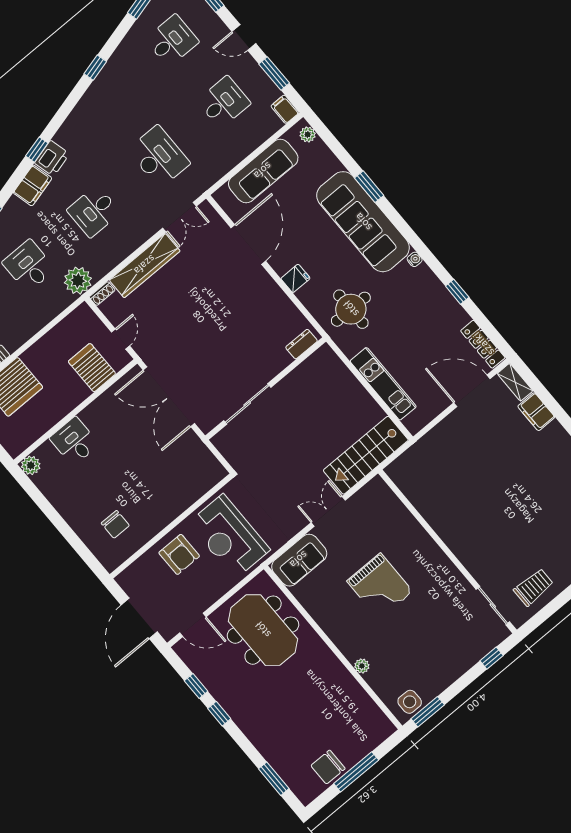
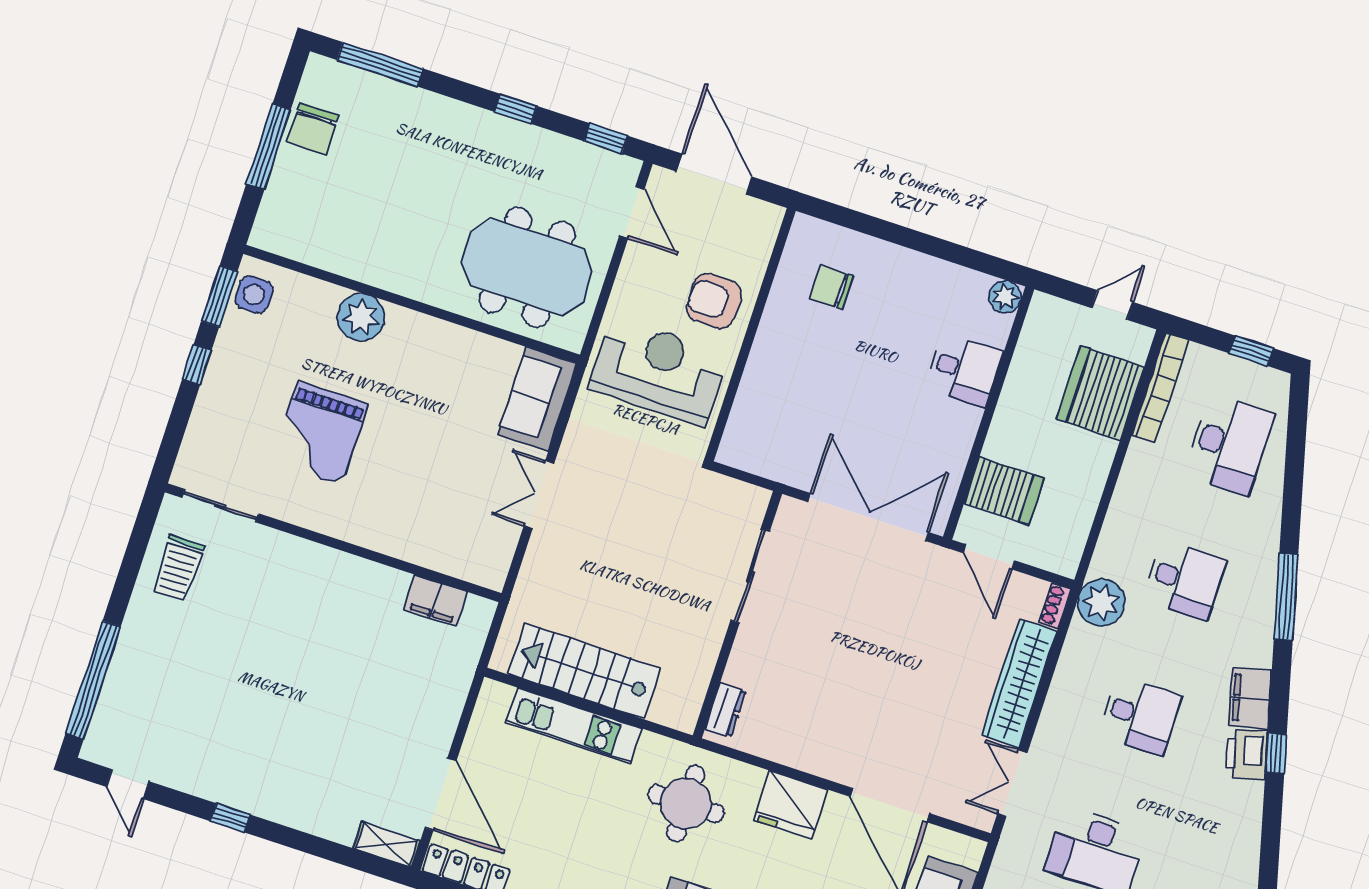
desk: (94, 211) -> (1140, 716), turned 90
fridge: (295, 278) -> (790, 805), width x1.88, depth x1.34
door: (120, 339) -> (989, 557), width x1.38
door: (472, 391) -> (440, 794), hinge flipped
filing cabinet: (536, 412) -> (435, 601), moved, turned 180
stairs: (366, 455) -> (584, 671), moved, turned -90
double door: (328, 511) -> (539, 495), swing flipped
grand piano: (380, 586) -> (320, 433), moved, turned -90
door: (193, 625) -> (632, 212), swing flipped
window: (492, 658) -> (197, 365), moved
plant: (362, 666) -> (361, 317), width x1.87, depth x1.87
window: (196, 686) -> (606, 139), moved
chair: (328, 767) -> (313, 129), turned 180
window: (274, 779) -> (380, 64), width x1.44

